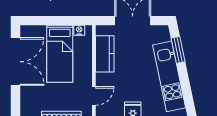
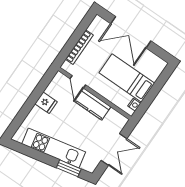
kitchen counter: (105, 54) -> (93, 104), moved
double door: (16, 62) -> (131, 32), moved

